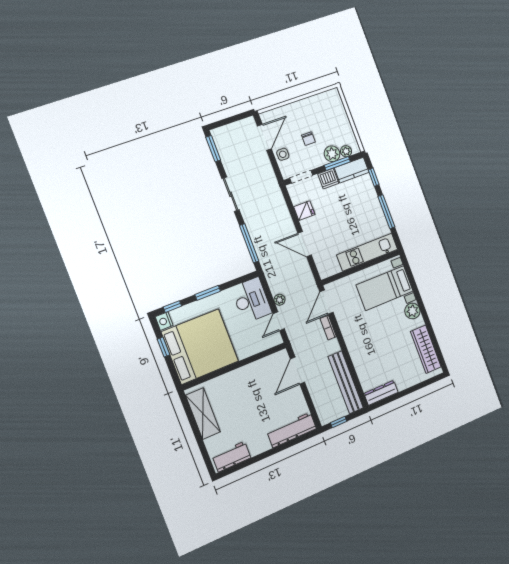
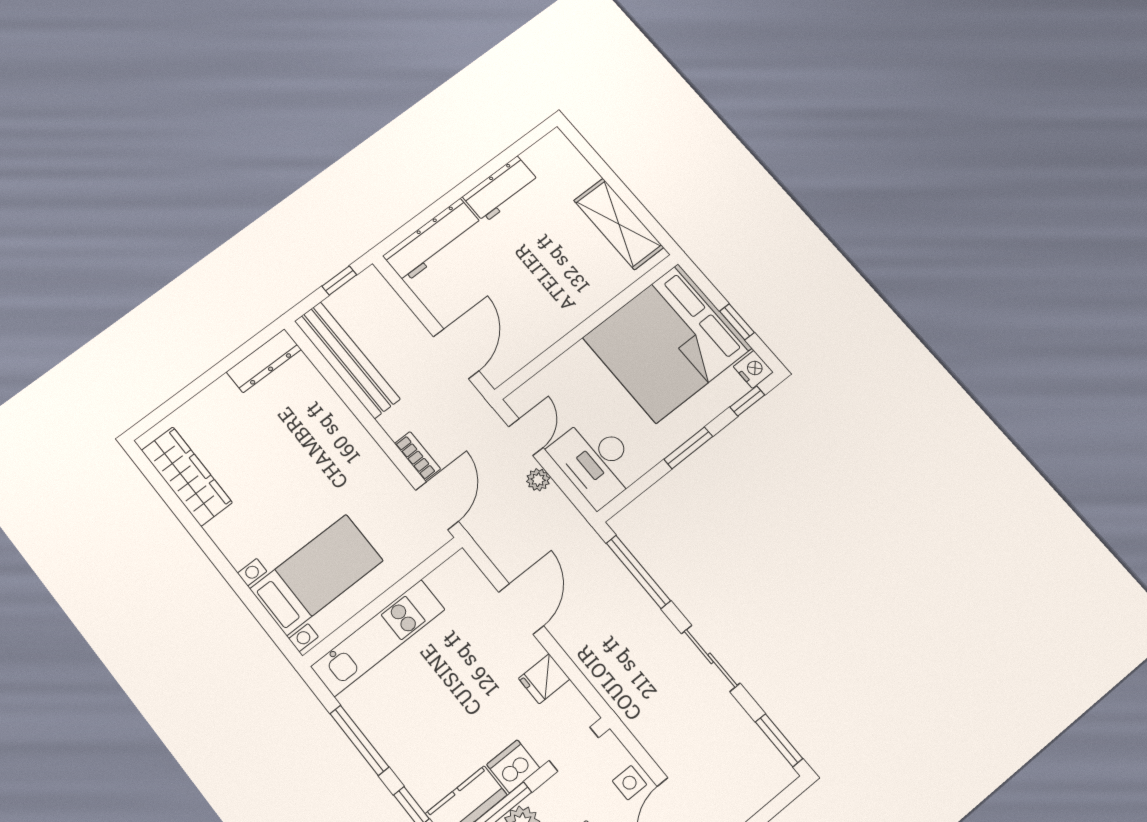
door: (305, 244) -> (521, 609), hinge flipped
plant: (412, 311) -> (239, 546), removed
workbench: (232, 457) -> (501, 189), moved

